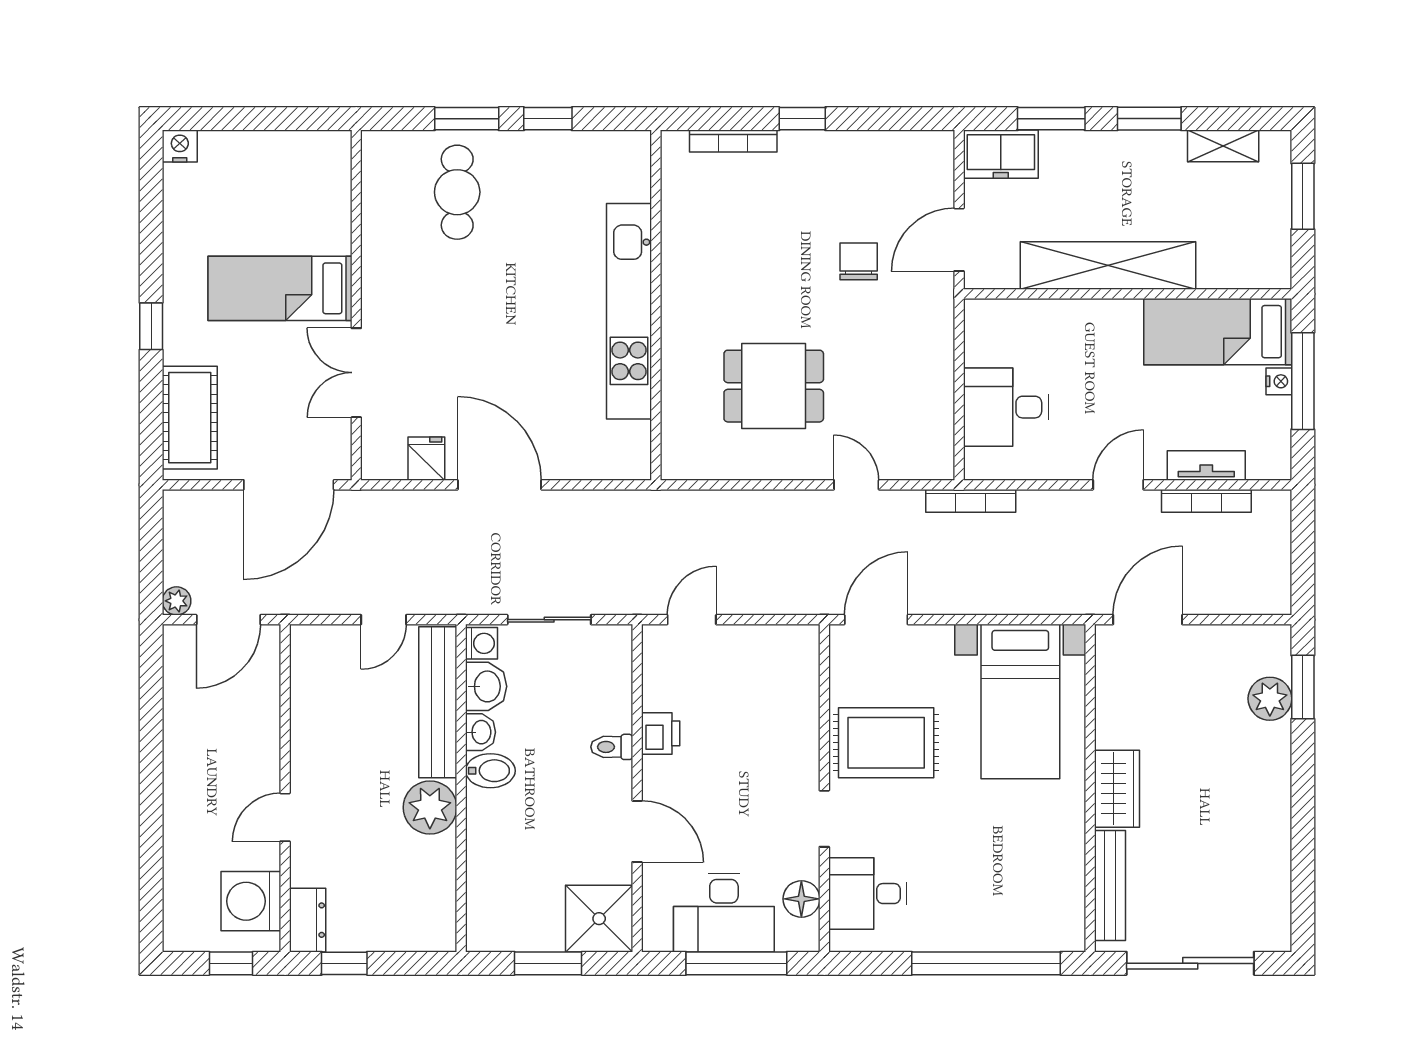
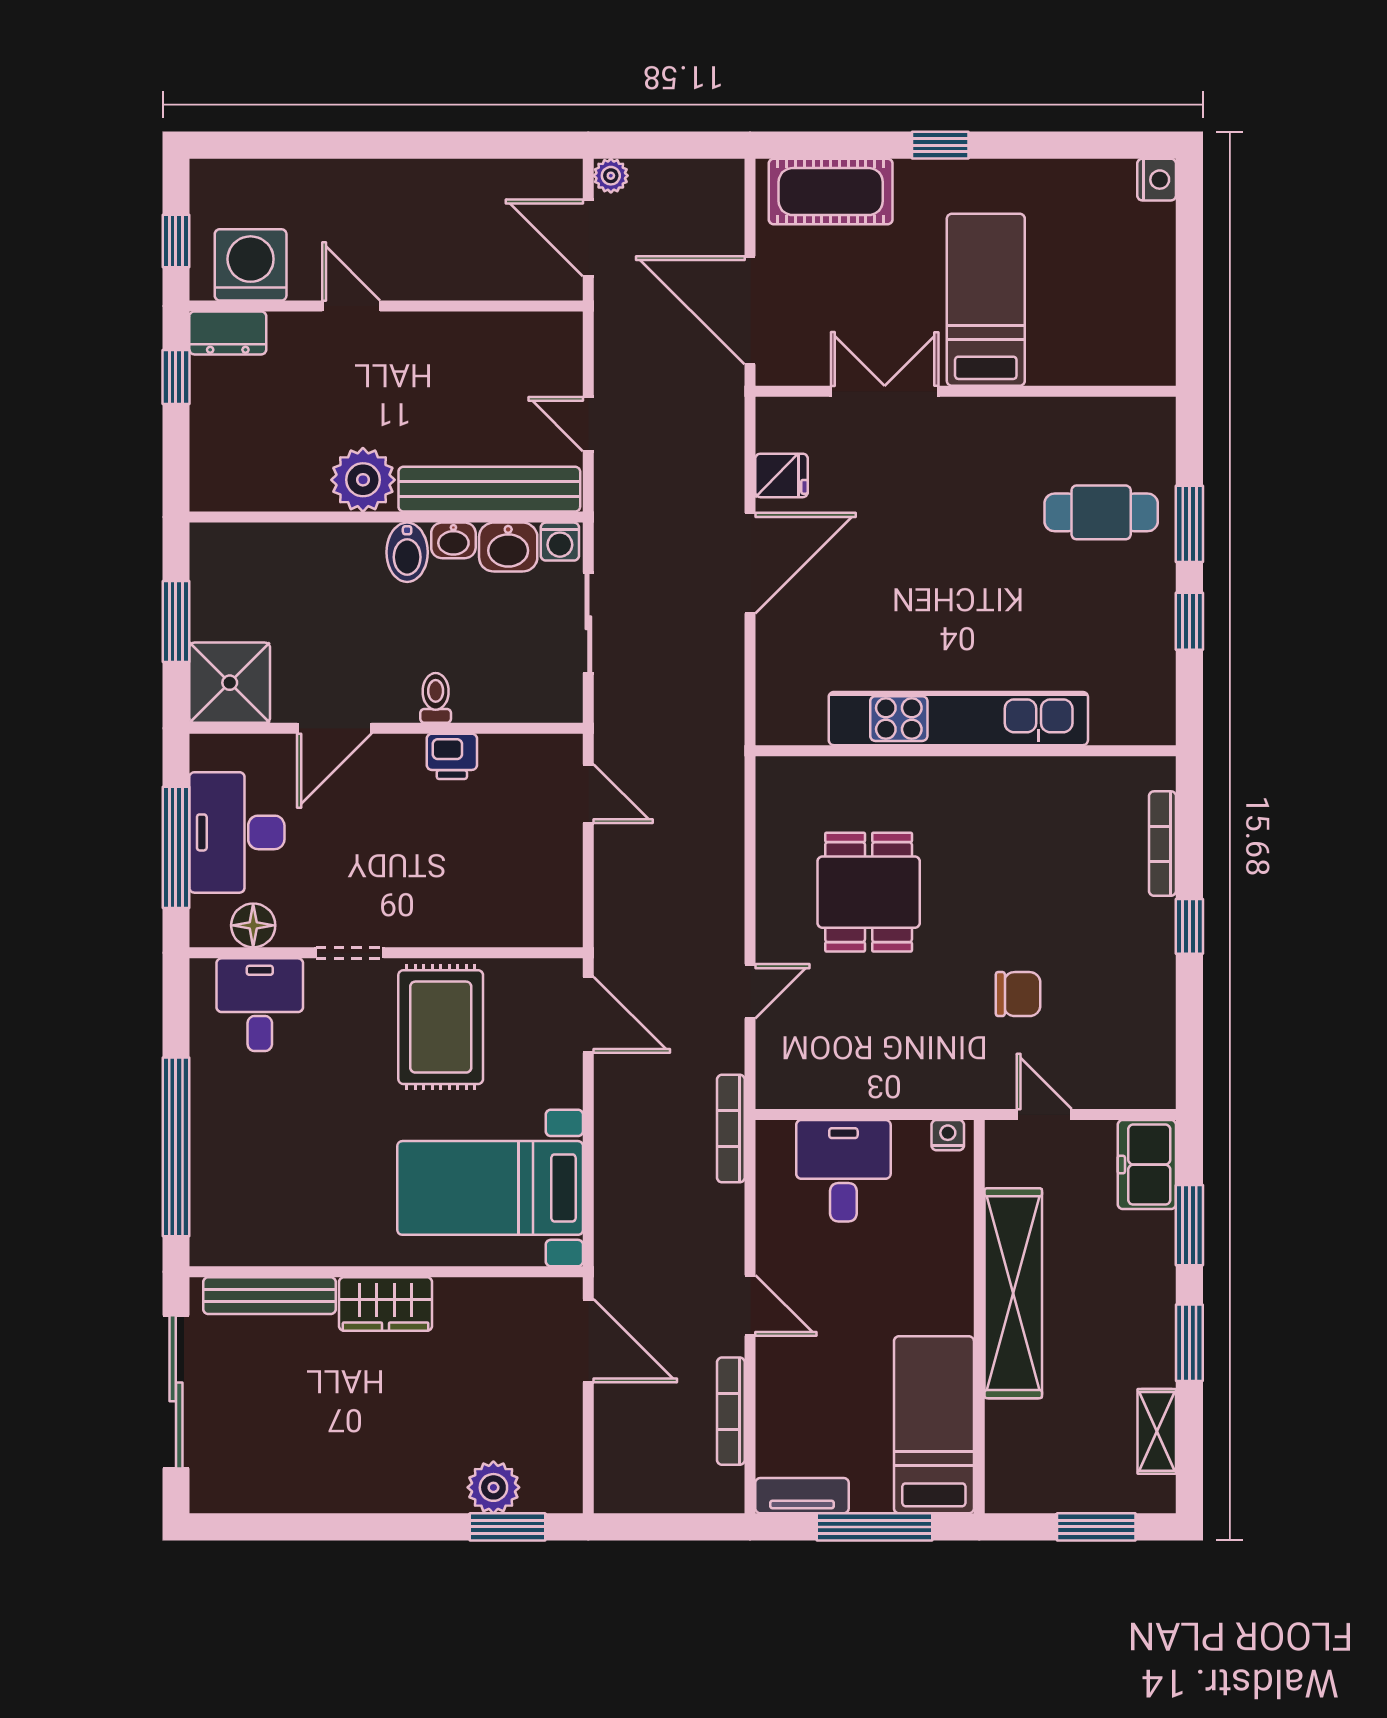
door: (959, 240) -> (1044, 1115), width x0.73
nightstand: (1279, 381) -> (948, 1135), moved, turned 180
tv unit: (1206, 466) -> (802, 1496), moved, turned -90

